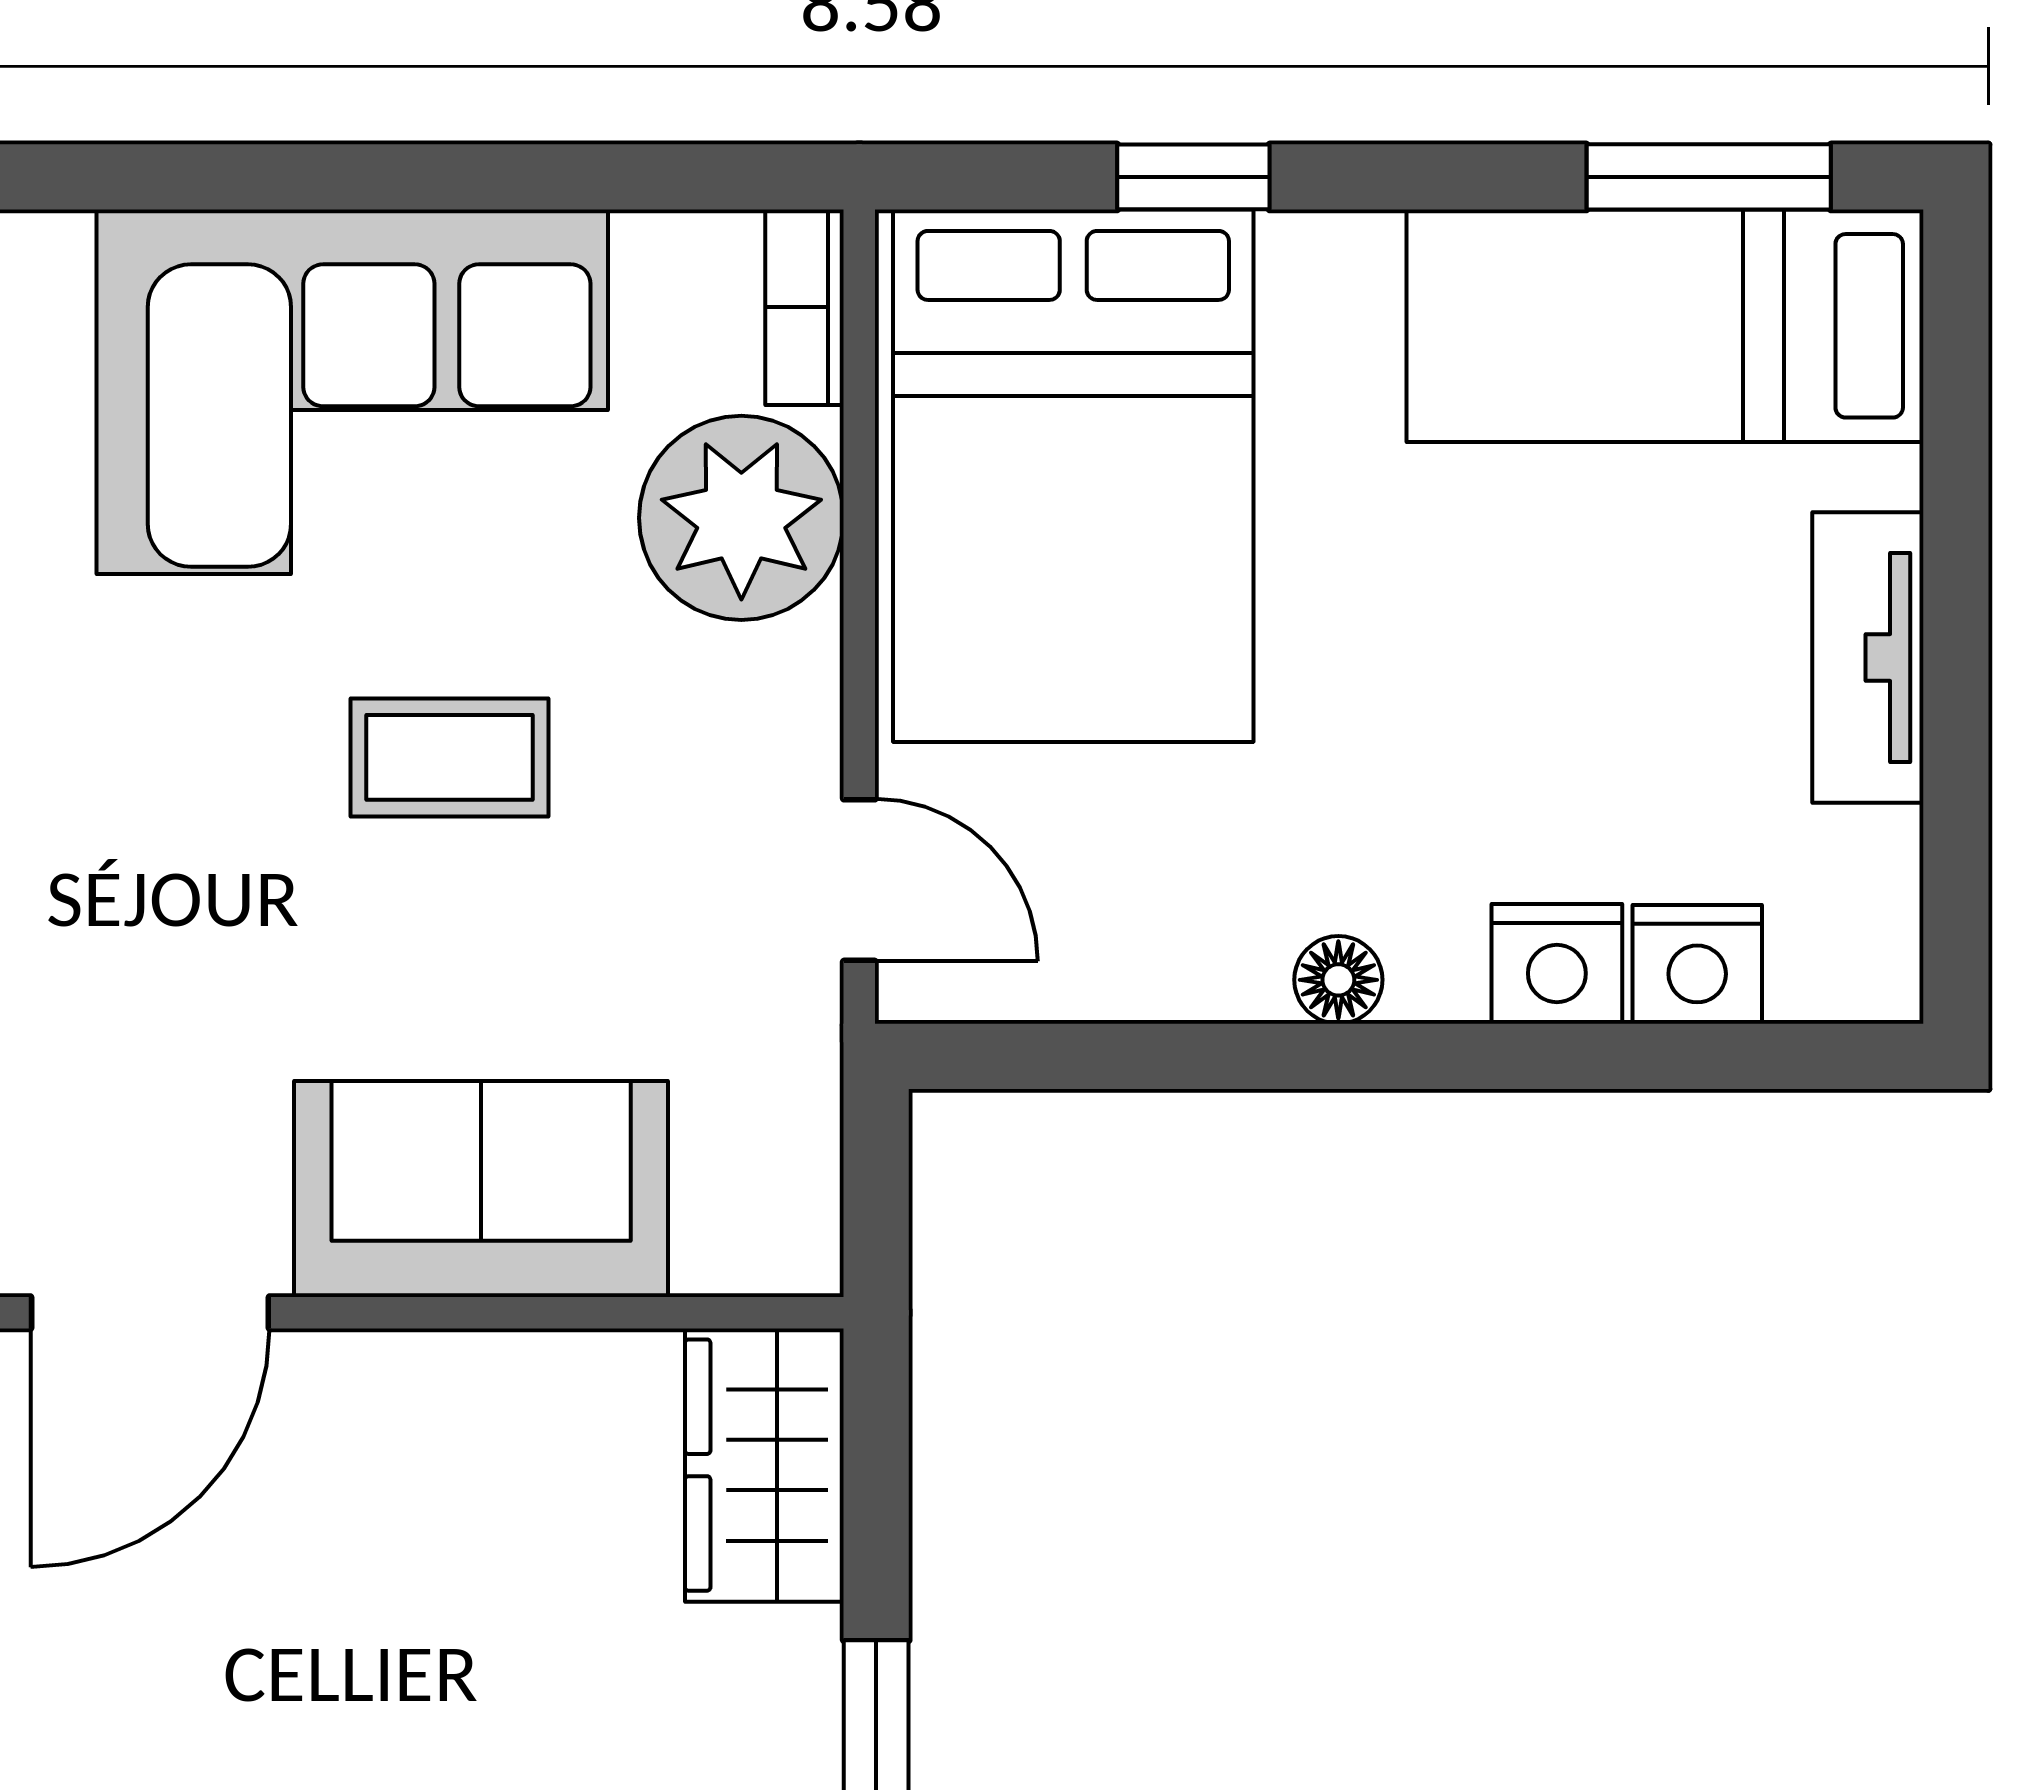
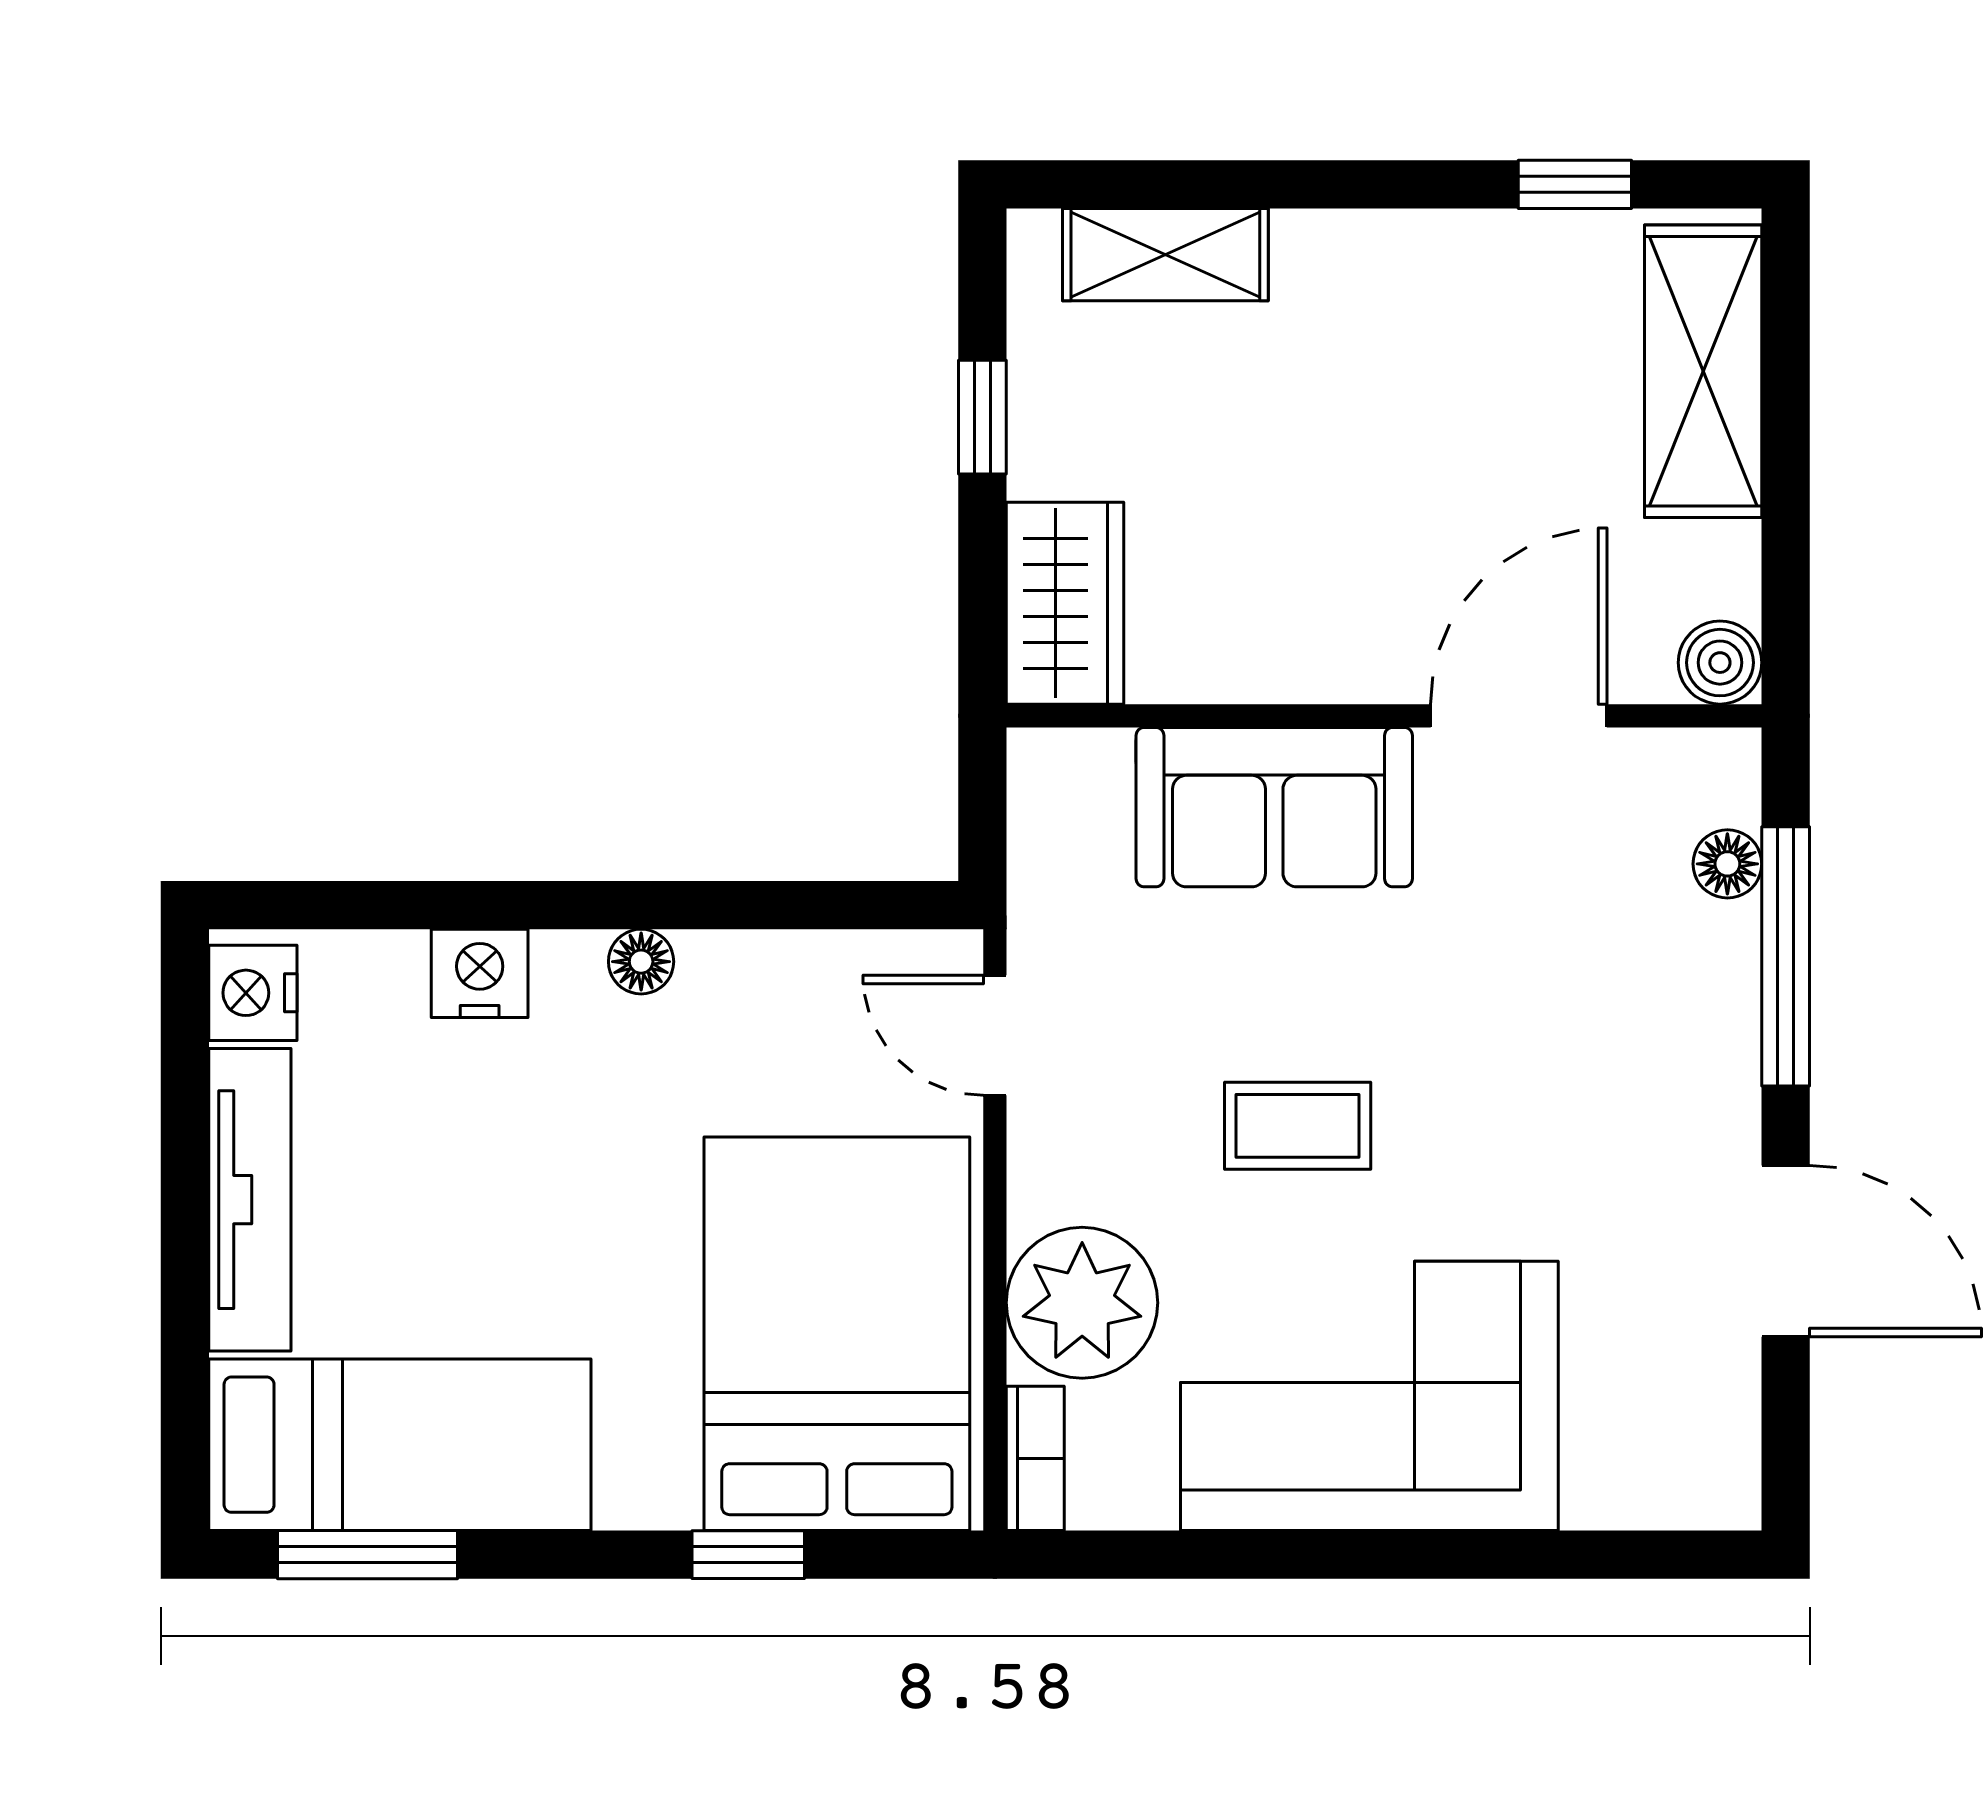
tv unit: (1868, 658) -> (250, 1200), width x1.41
nightstand: (1697, 964) -> (253, 993), moved, turned -90

